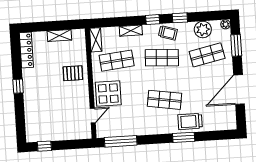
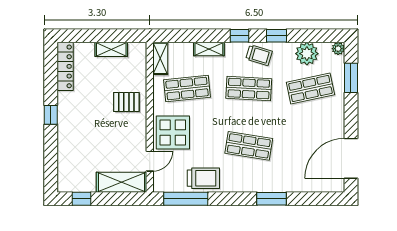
door: (239, 89) -> (351, 158), moved
trolley: (190, 121) -> (203, 178), moved, turned 180
shelving: (73, 132) -> (121, 182), added

